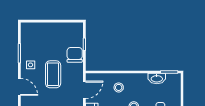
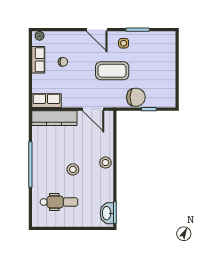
washbasin: (157, 79) -> (107, 213), moved
door: (19, 87) -> (97, 30), hinge flipped
stool: (119, 87) -> (105, 163), moved

